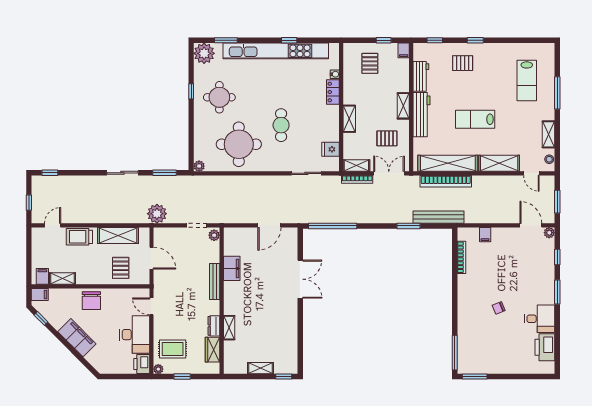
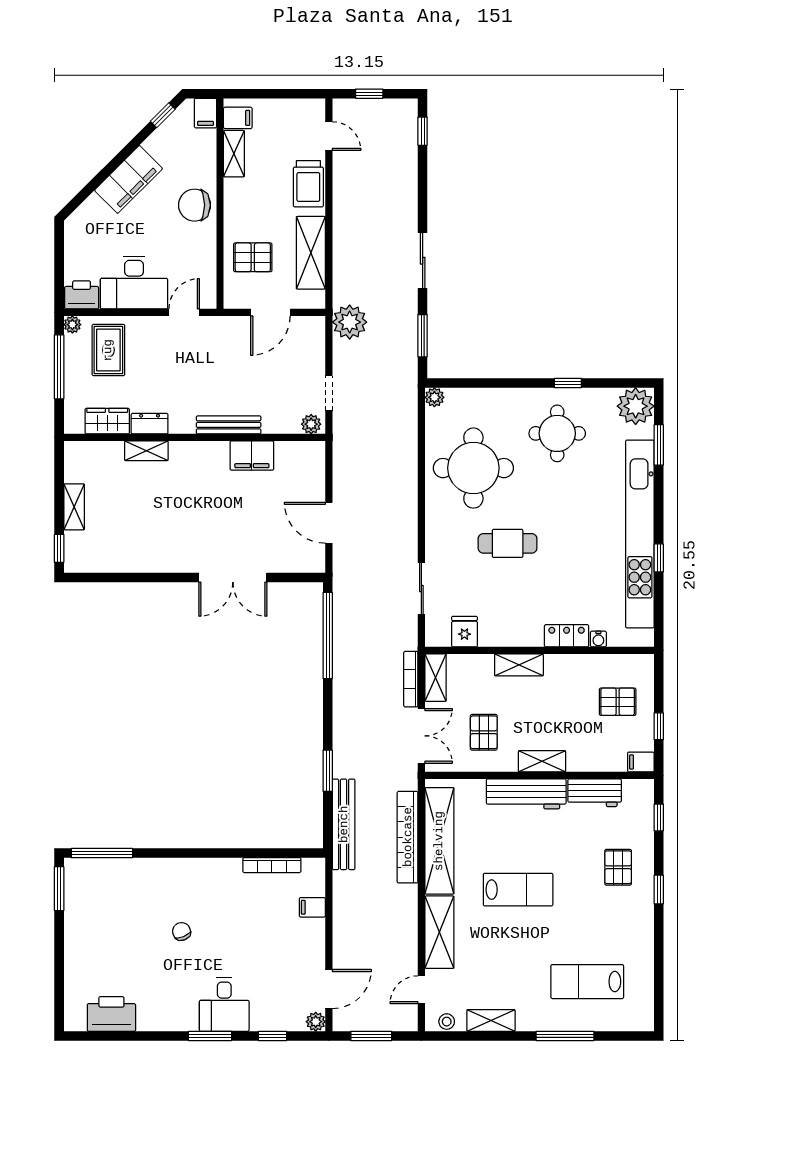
lab bench: (475, 119) -> (518, 890), turned 90
trolley: (79, 237) -> (308, 184), turned 180
desk: (540, 319) -> (224, 1005), moved
window: (182, 377) -> (59, 367), width x2.17

